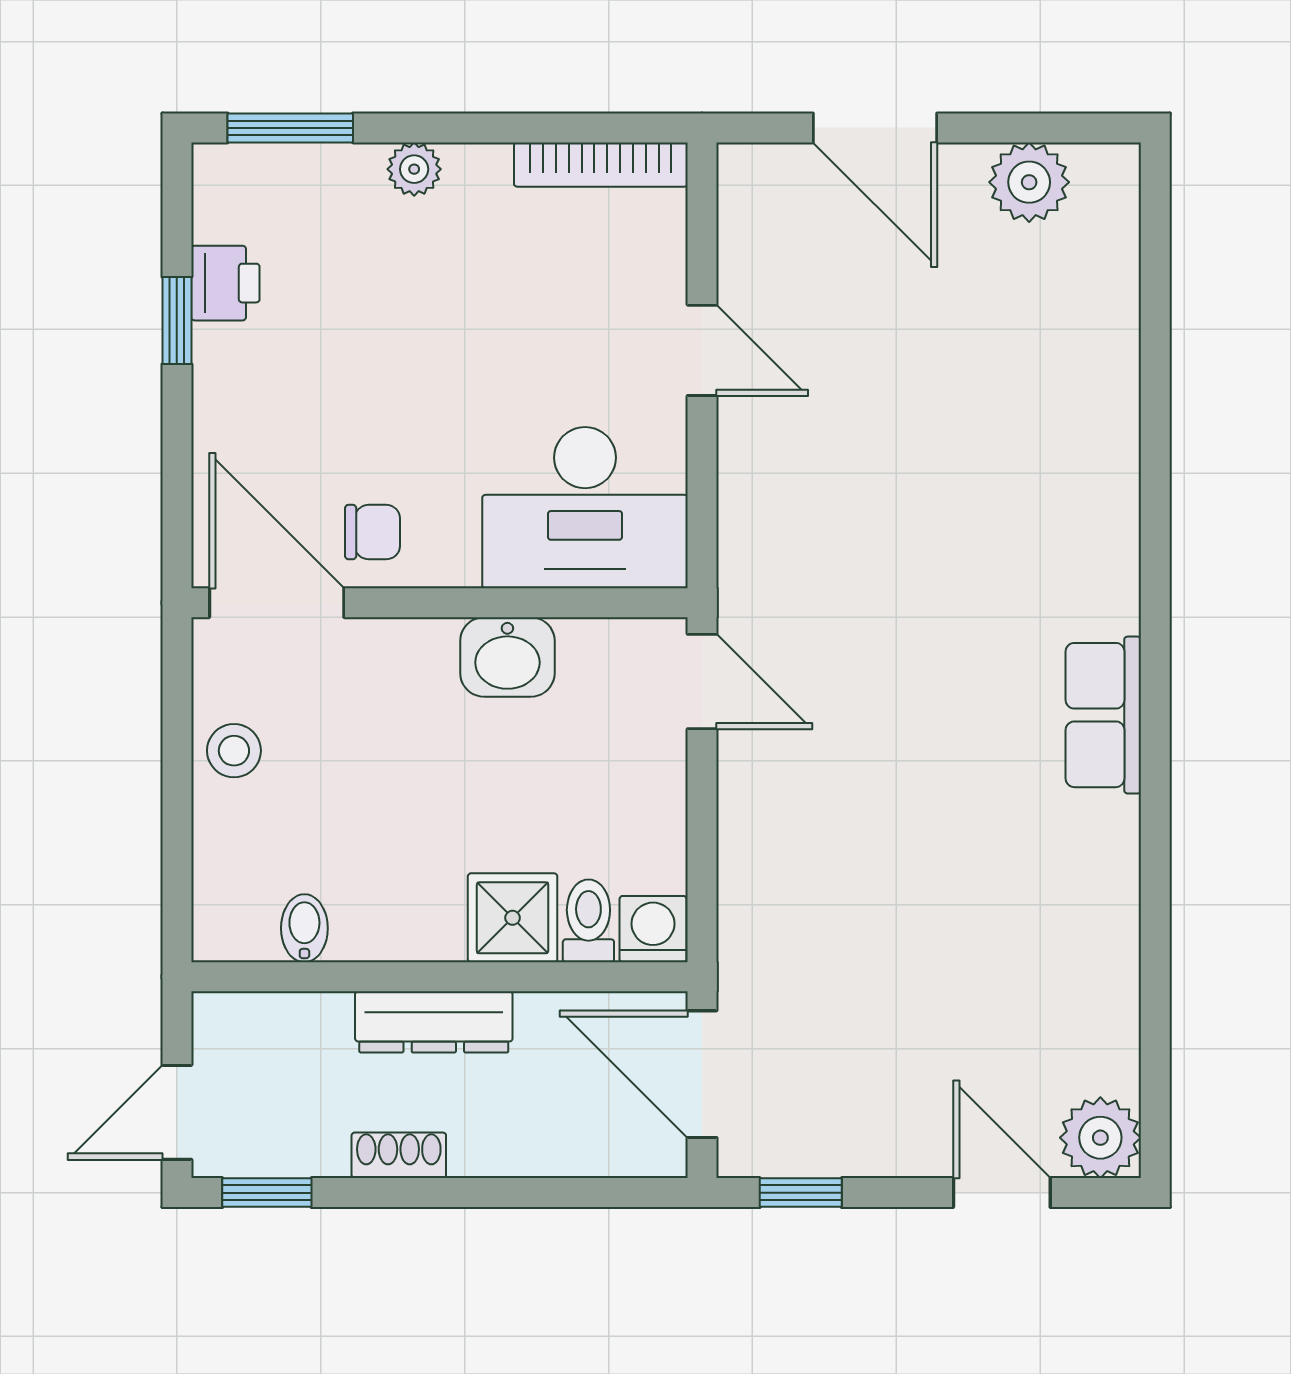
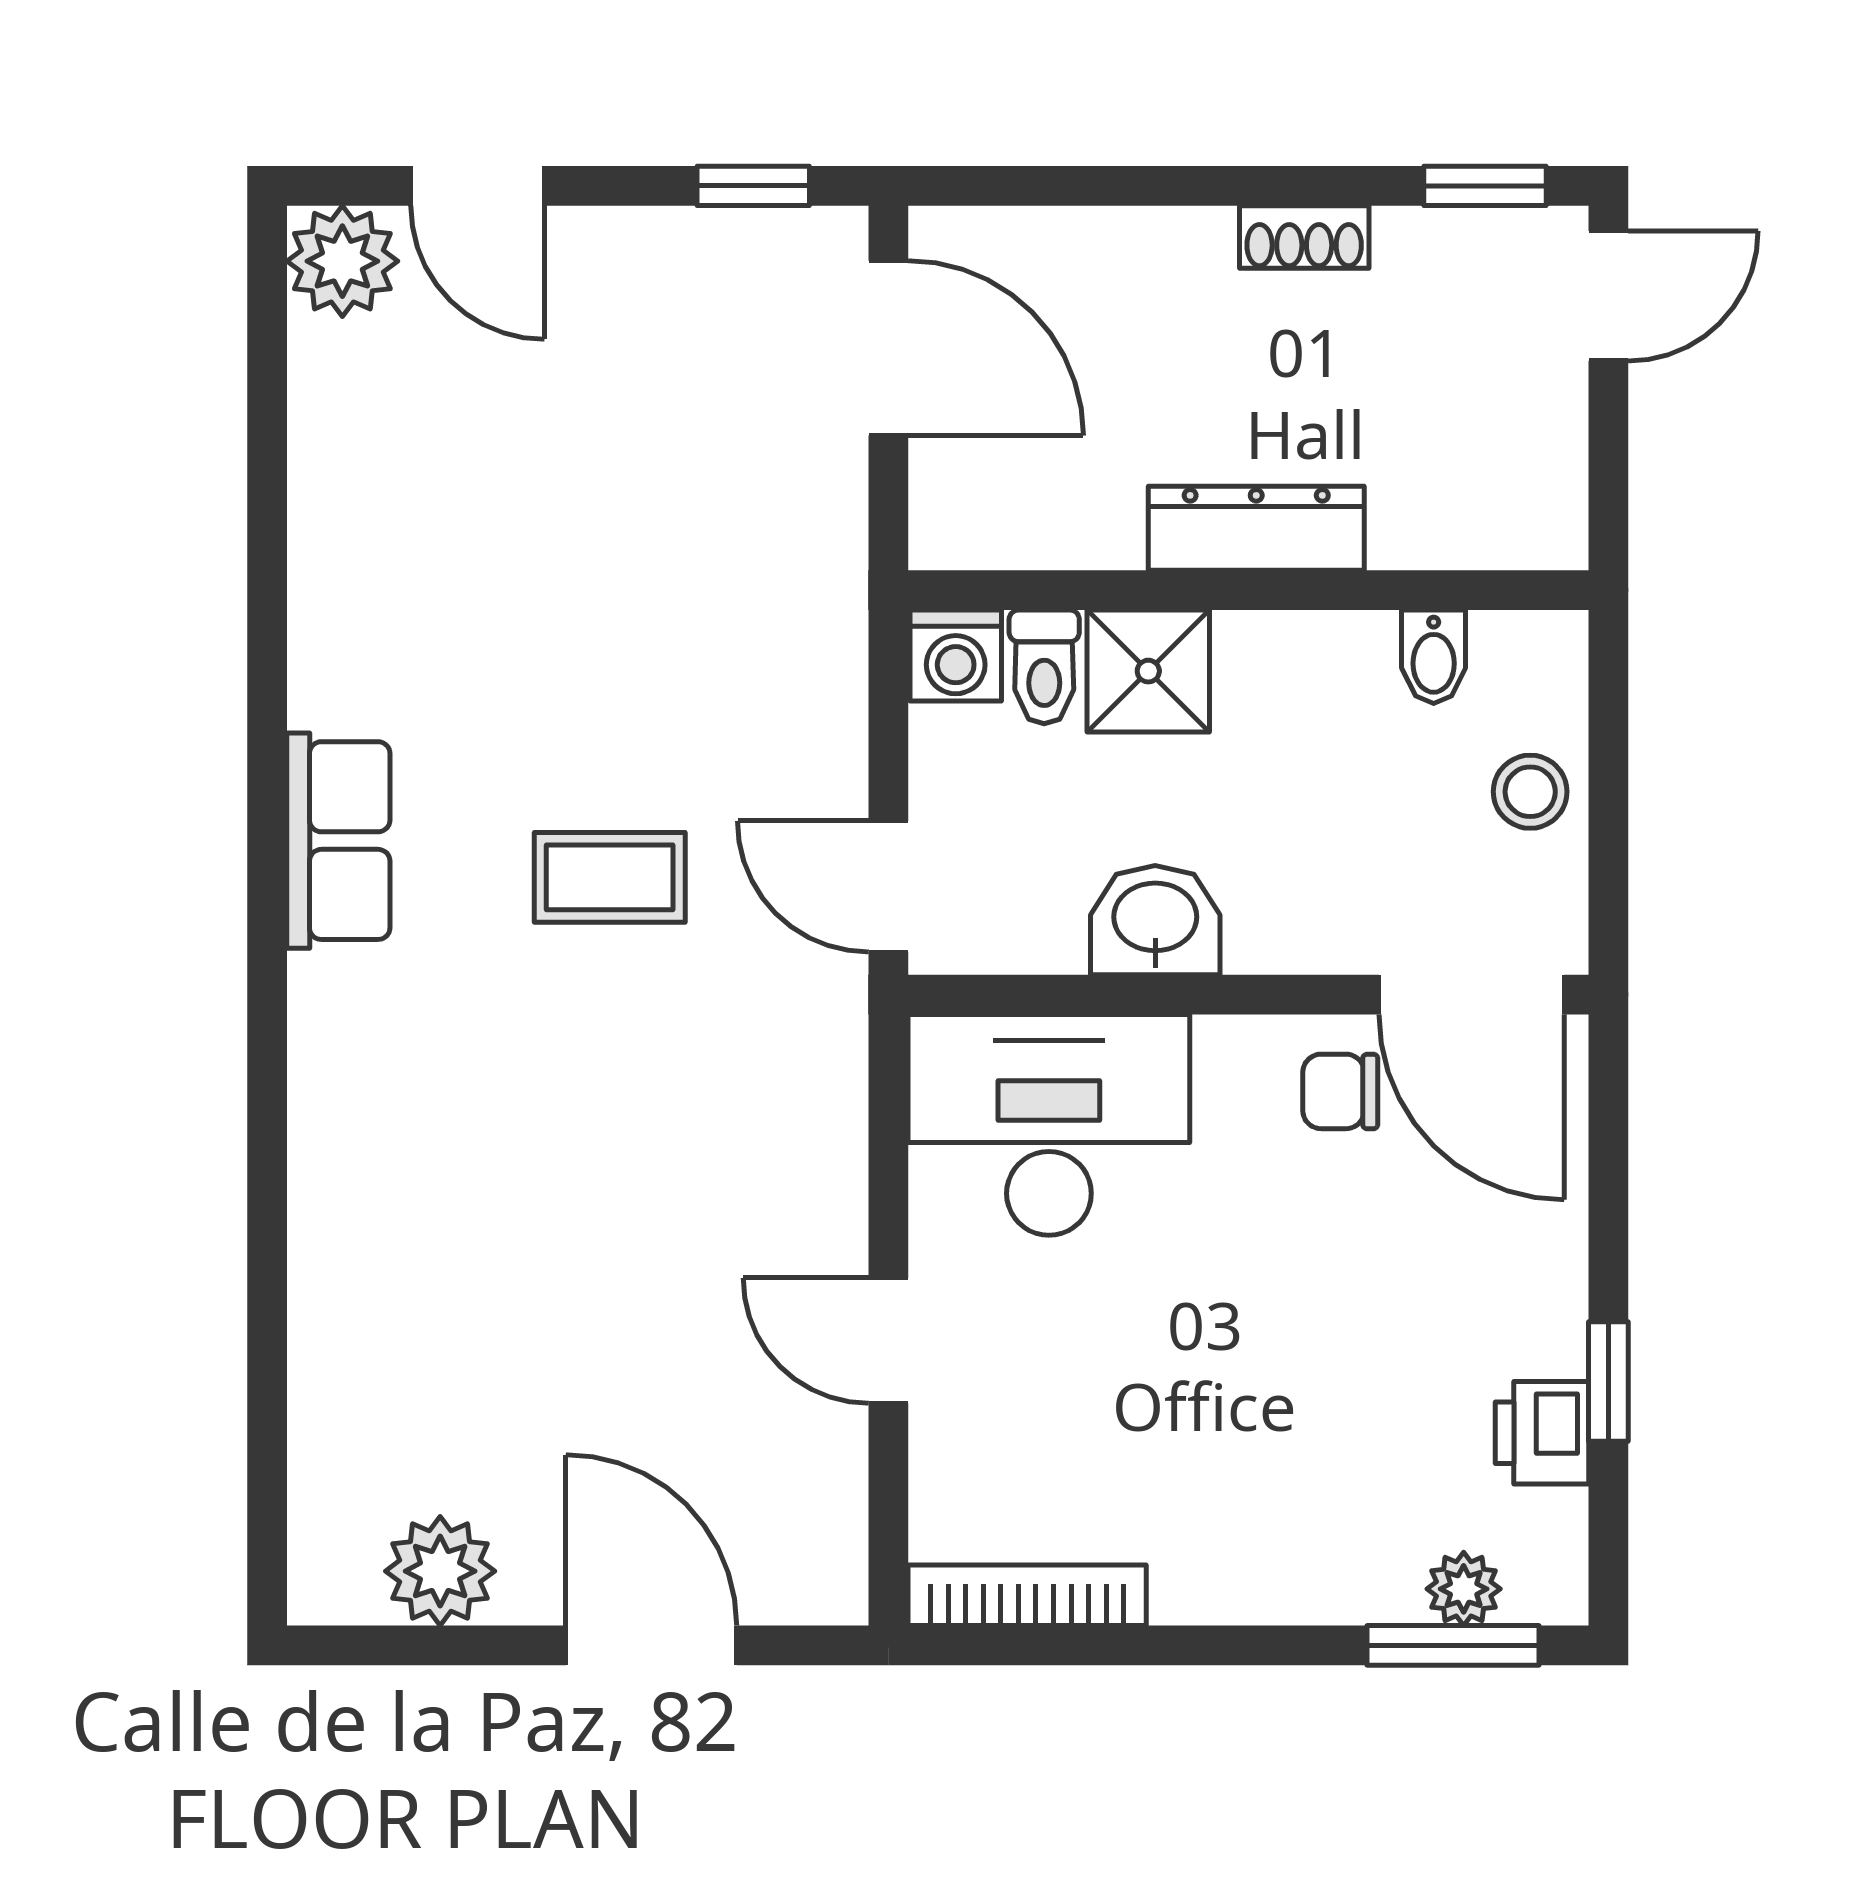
plant: (414, 169) -> (1464, 1589), moved
coffee table: (905, 688) -> (610, 877), added
shower: (513, 918) -> (1148, 671), moved
toilet: (588, 921) -> (1044, 667), moved
bidet: (304, 928) -> (1434, 657), moved
washing machine: (653, 929) -> (956, 656), moved
wall: (439, 977) -> (1248, 590), moved
dresser: (434, 1022) -> (1256, 528), moved

